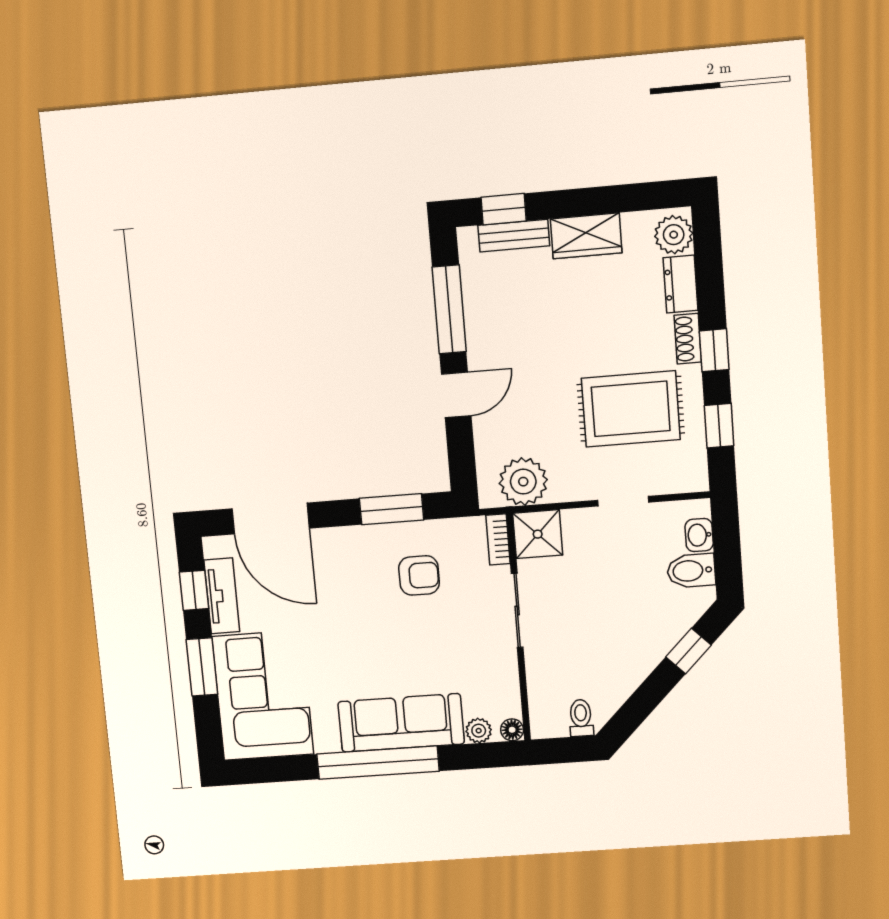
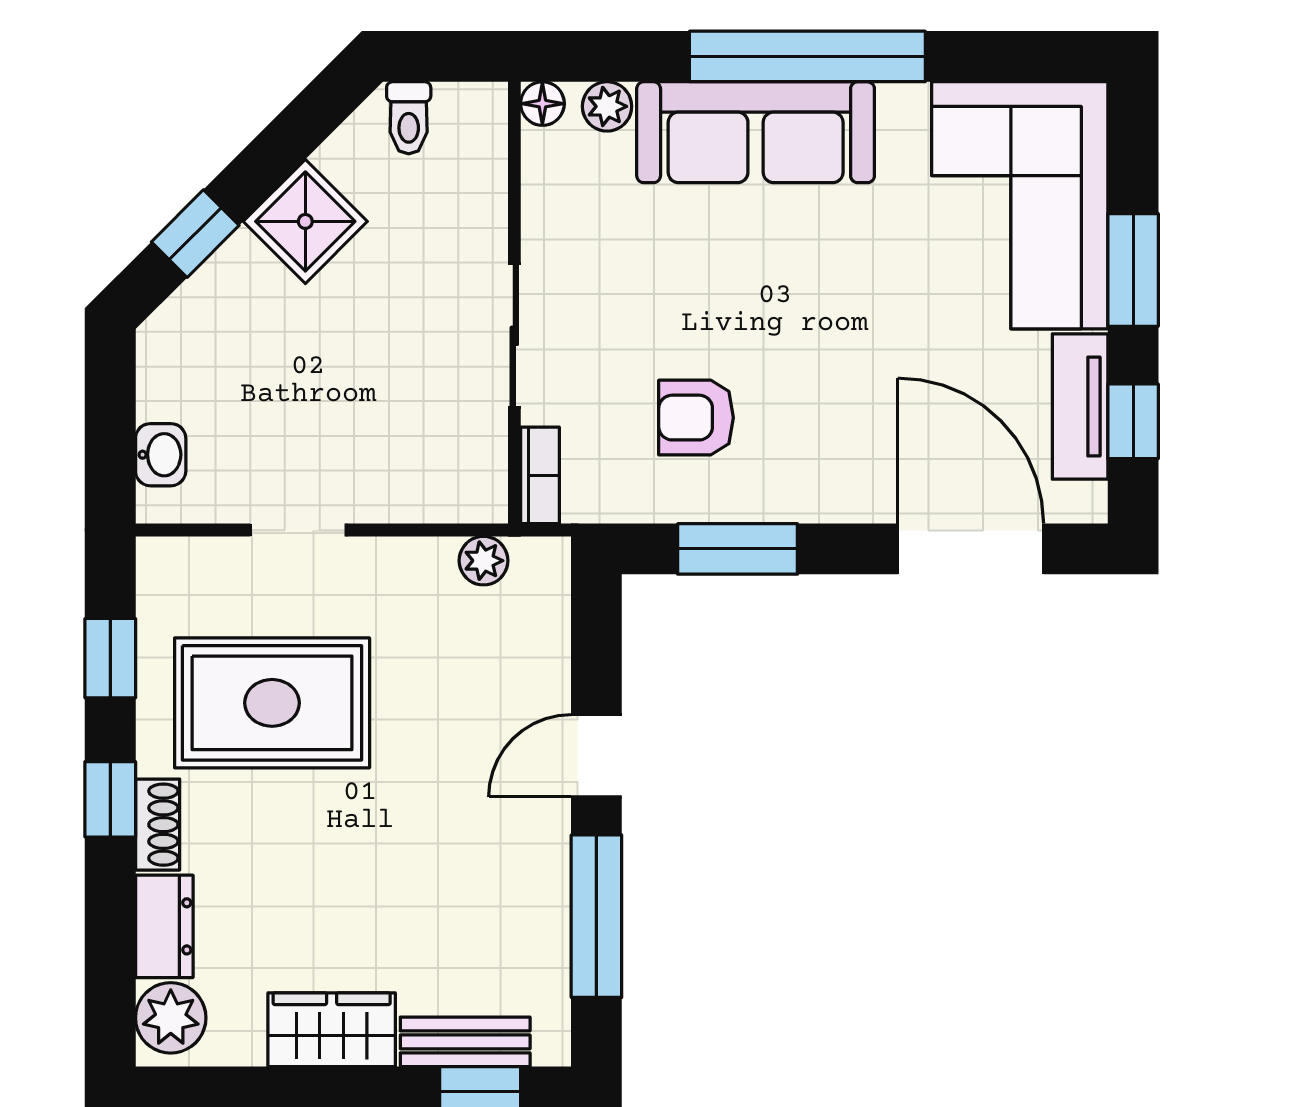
plant: (523, 482) -> (483, 561), width x0.53, depth x0.53
shower: (538, 534) -> (305, 221), moved, turned 45
bidet: (691, 571) -> (180, 388), removed

